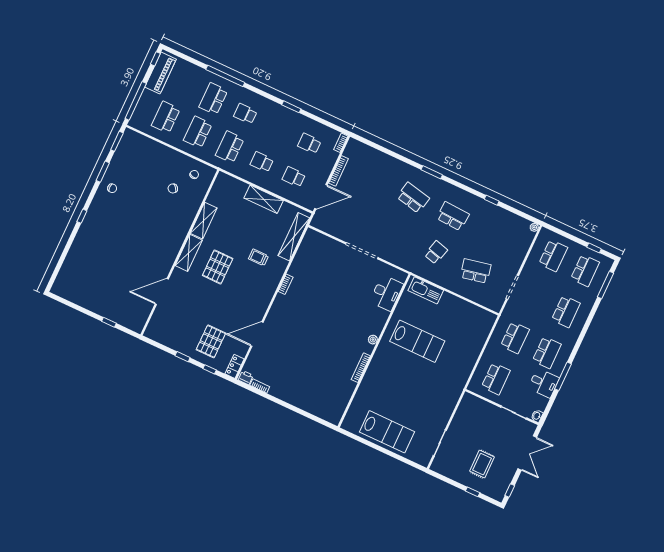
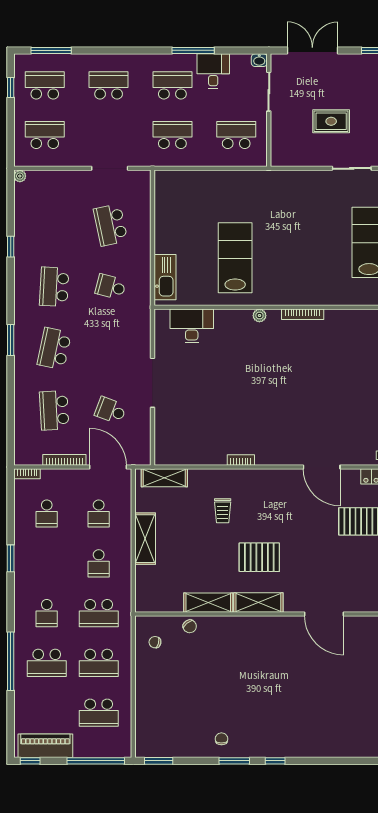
window: (103, 172) -> (234, 761), moved
school desk: (373, 179) -> (54, 410), added
chair: (173, 188) -> (190, 626), moved
school desk: (356, 215) -> (111, 410), added
shelving: (294, 237) -> (164, 478), width x0.68
rug: (482, 464) -> (331, 121), moved

